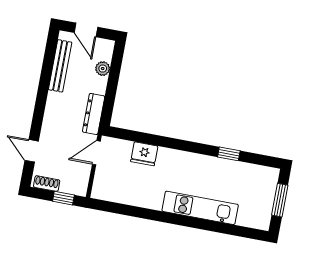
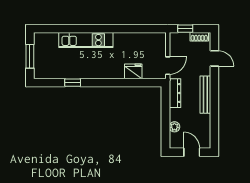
bench: (60, 66) -> (205, 95), moved

